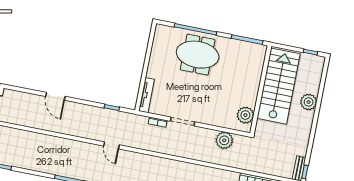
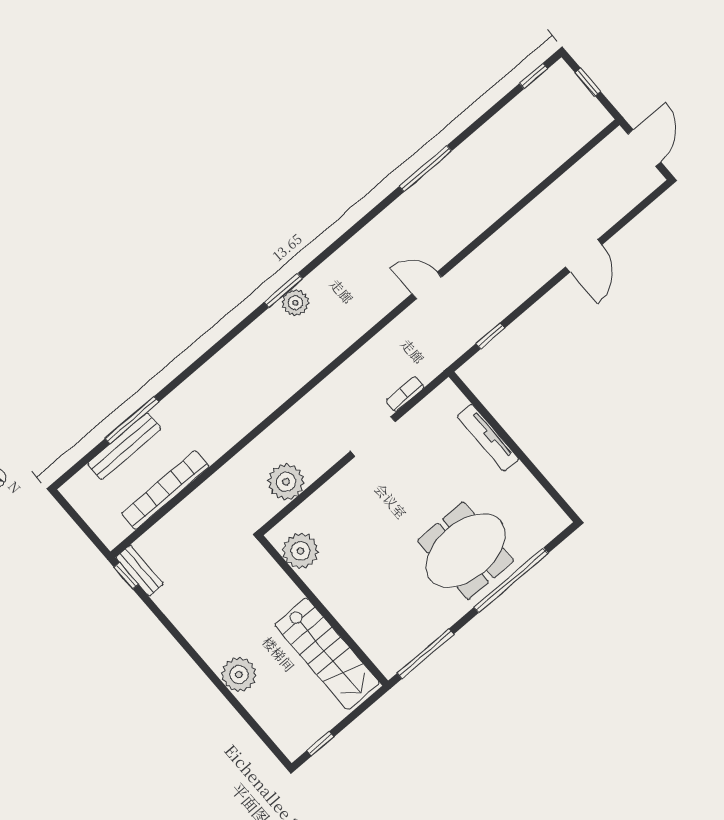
stairs: (279, 86) -> (327, 654), width x0.73, depth x0.66
tv unit: (147, 95) -> (488, 438), moved
door: (55, 96) -> (584, 256), swing flipped

